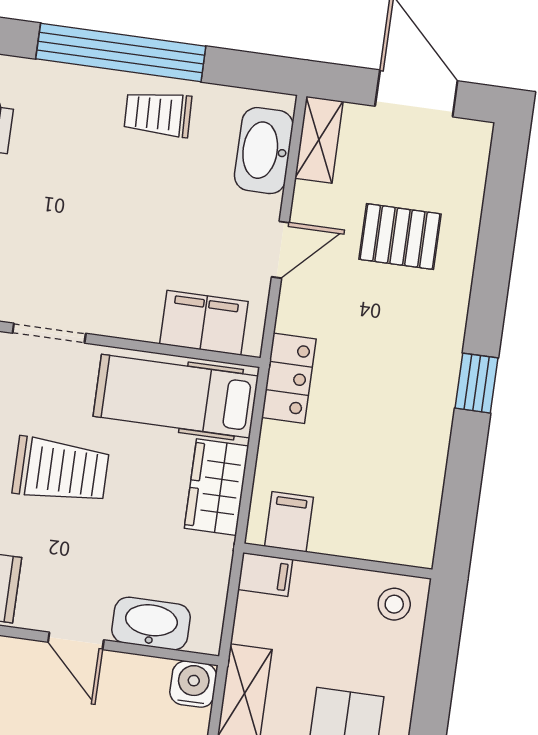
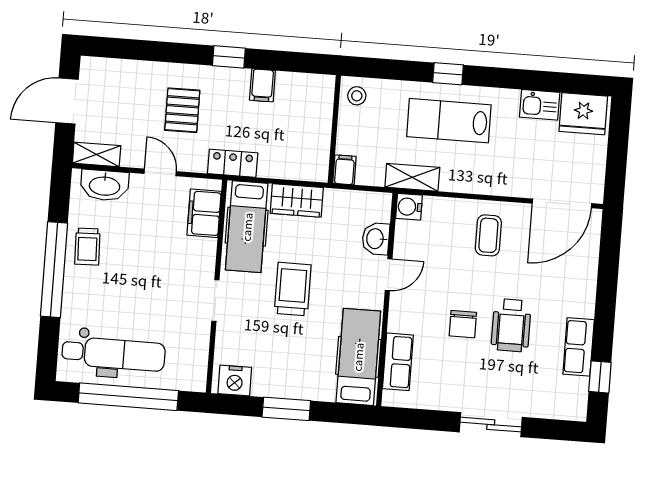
pallet: (400, 237) -> (182, 110), moved
filing cabinet: (289, 522) -> (262, 85), moved, turned -90
washbasin: (151, 623) -> (376, 239), width x0.72

